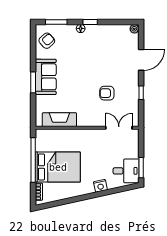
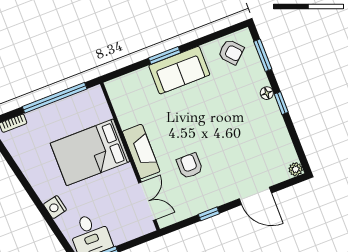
fireplace: (59, 120) -> (141, 151), moved
bed: (58, 167) -> (90, 152), moved, turned 90

